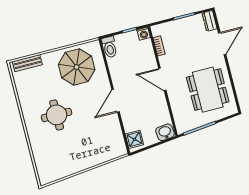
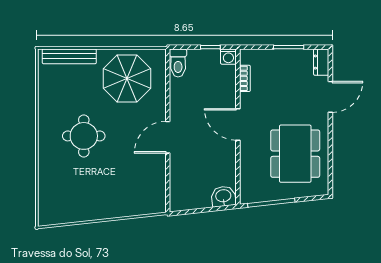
bench: (27, 63) -> (69, 56), width x1.36
shower: (134, 139) -> (180, 195), removed

